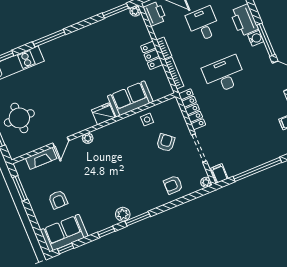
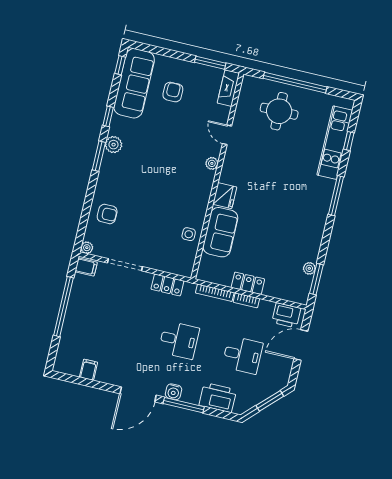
plant: (135, 11) -> (309, 268), moved
water cooler: (256, 38) -> (173, 392), moved
desk: (224, 75) -> (179, 340), width x0.73
locker: (192, 109) -> (167, 285), width x0.66
armchair: (166, 143) -> (153, 236), removed
fireplace: (41, 158) -> (228, 88), moved
armchair: (173, 185) -> (107, 214), turned 90
armchair: (58, 200) -> (173, 92), turned 90
sofa: (64, 233) -> (134, 83), width x1.36

